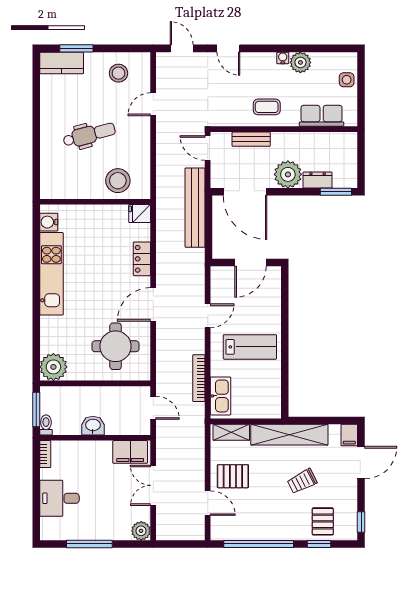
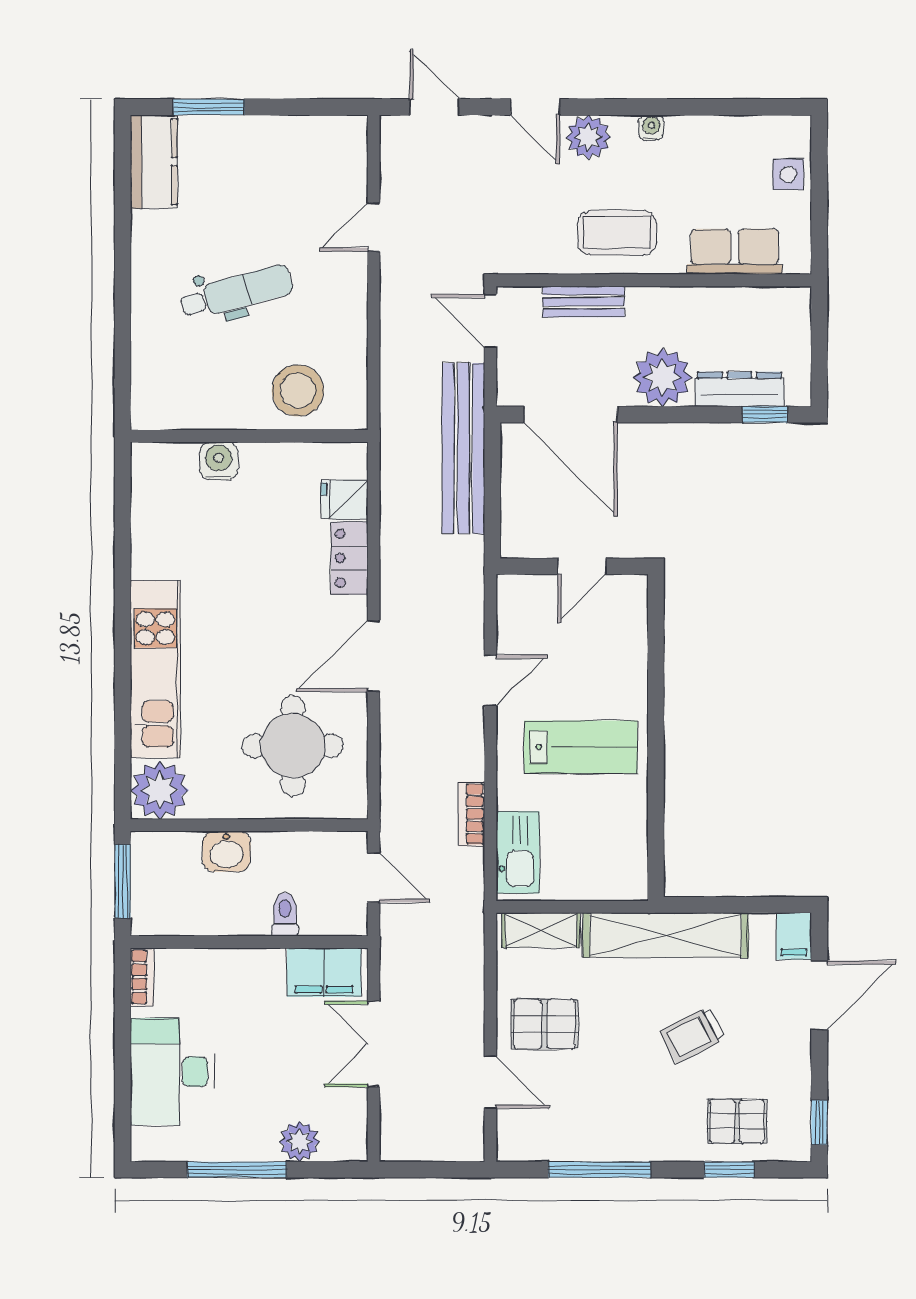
plant: (300, 62) -> (588, 137), moved
kitchen counter: (62, 63) -> (154, 162), moved, turned -90
stool: (118, 73) -> (299, 160), removed
coffee table: (267, 107) -> (617, 233), width x1.36, depth x1.30
dresser: (318, 180) -> (739, 389), width x1.44
window: (336, 192) -> (765, 415), width x0.67
fridge: (140, 214) -> (345, 499), moved
water cooler: (49, 222) -> (219, 461), moved, turned 90
door: (250, 263) -> (582, 566), width x0.73
kitchen unit: (51, 274) -> (155, 669), moved
bookcase: (199, 378) -> (472, 814), width x0.64
toilet: (46, 425) -> (285, 914), moved
washbasin: (93, 426) -> (227, 851), moved, turned 180
desk: (59, 498) -> (172, 1072), width x1.37
pallet: (323, 521) -> (737, 1121), turned 90
plant: (141, 531) -> (299, 1142), moved
window: (259, 544) -> (600, 1170), width x0.68

